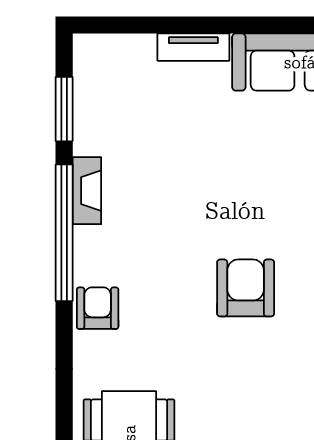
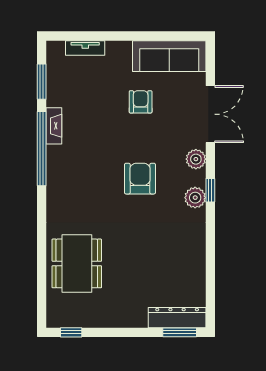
tv unit: (193, 47) -> (85, 48), moved
armchair: (98, 308) -> (141, 102), moved

